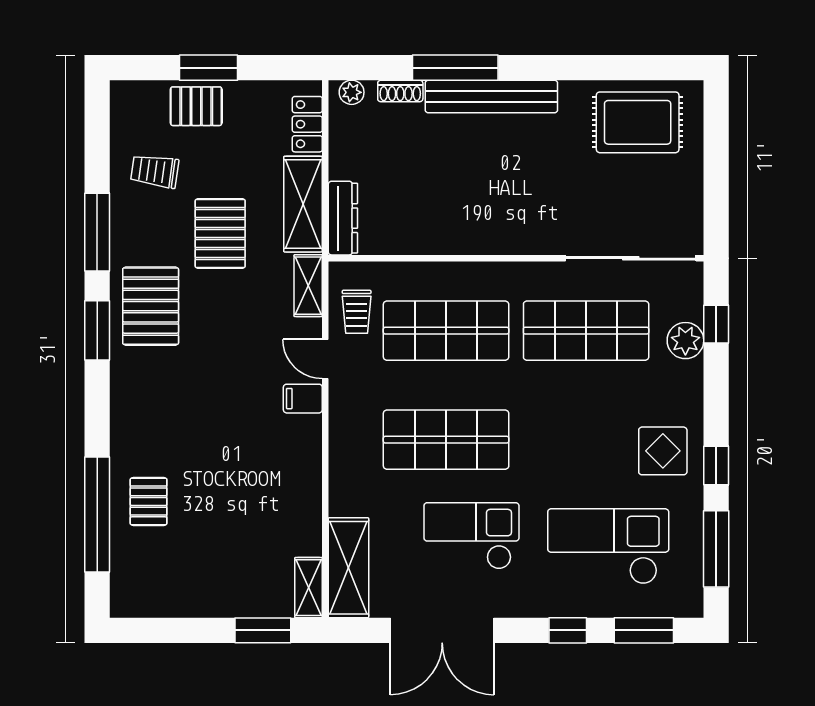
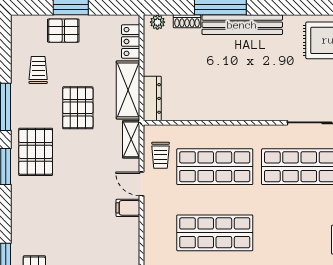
trolley: (155, 171) -> (38, 70), turned 82

